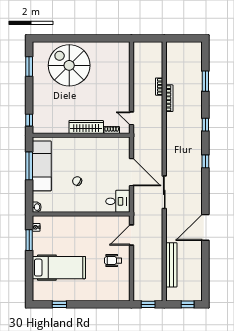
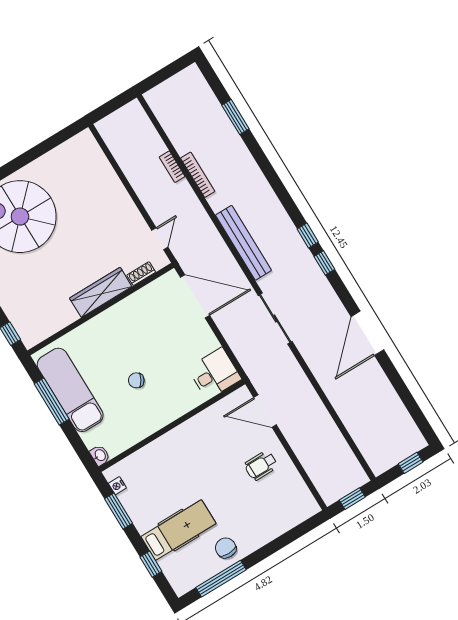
door: (131, 118) -> (160, 239), swing flipped
window: (205, 125) -> (324, 263), moved
door: (131, 172) -> (195, 296), moved
door: (131, 235) -> (265, 411), hinge flipped
bench: (171, 265) -> (243, 243), moved
hospital bed: (59, 268) -> (178, 530), width x0.73, depth x0.78
window: (29, 276) -> (151, 564), added
chair: (71, 291) -> (226, 548), added
window: (59, 304) -> (221, 579), width x2.17

